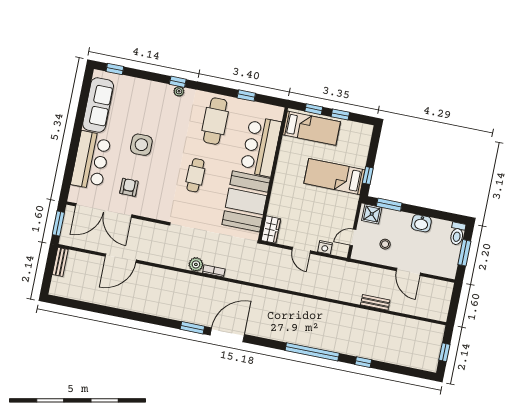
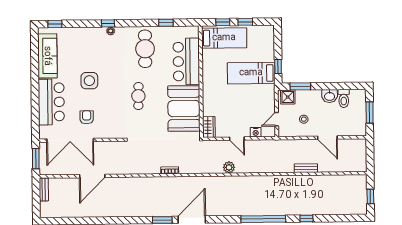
toilet: (457, 234) -> (344, 98), moved
plant: (196, 264) -> (229, 167), moved

